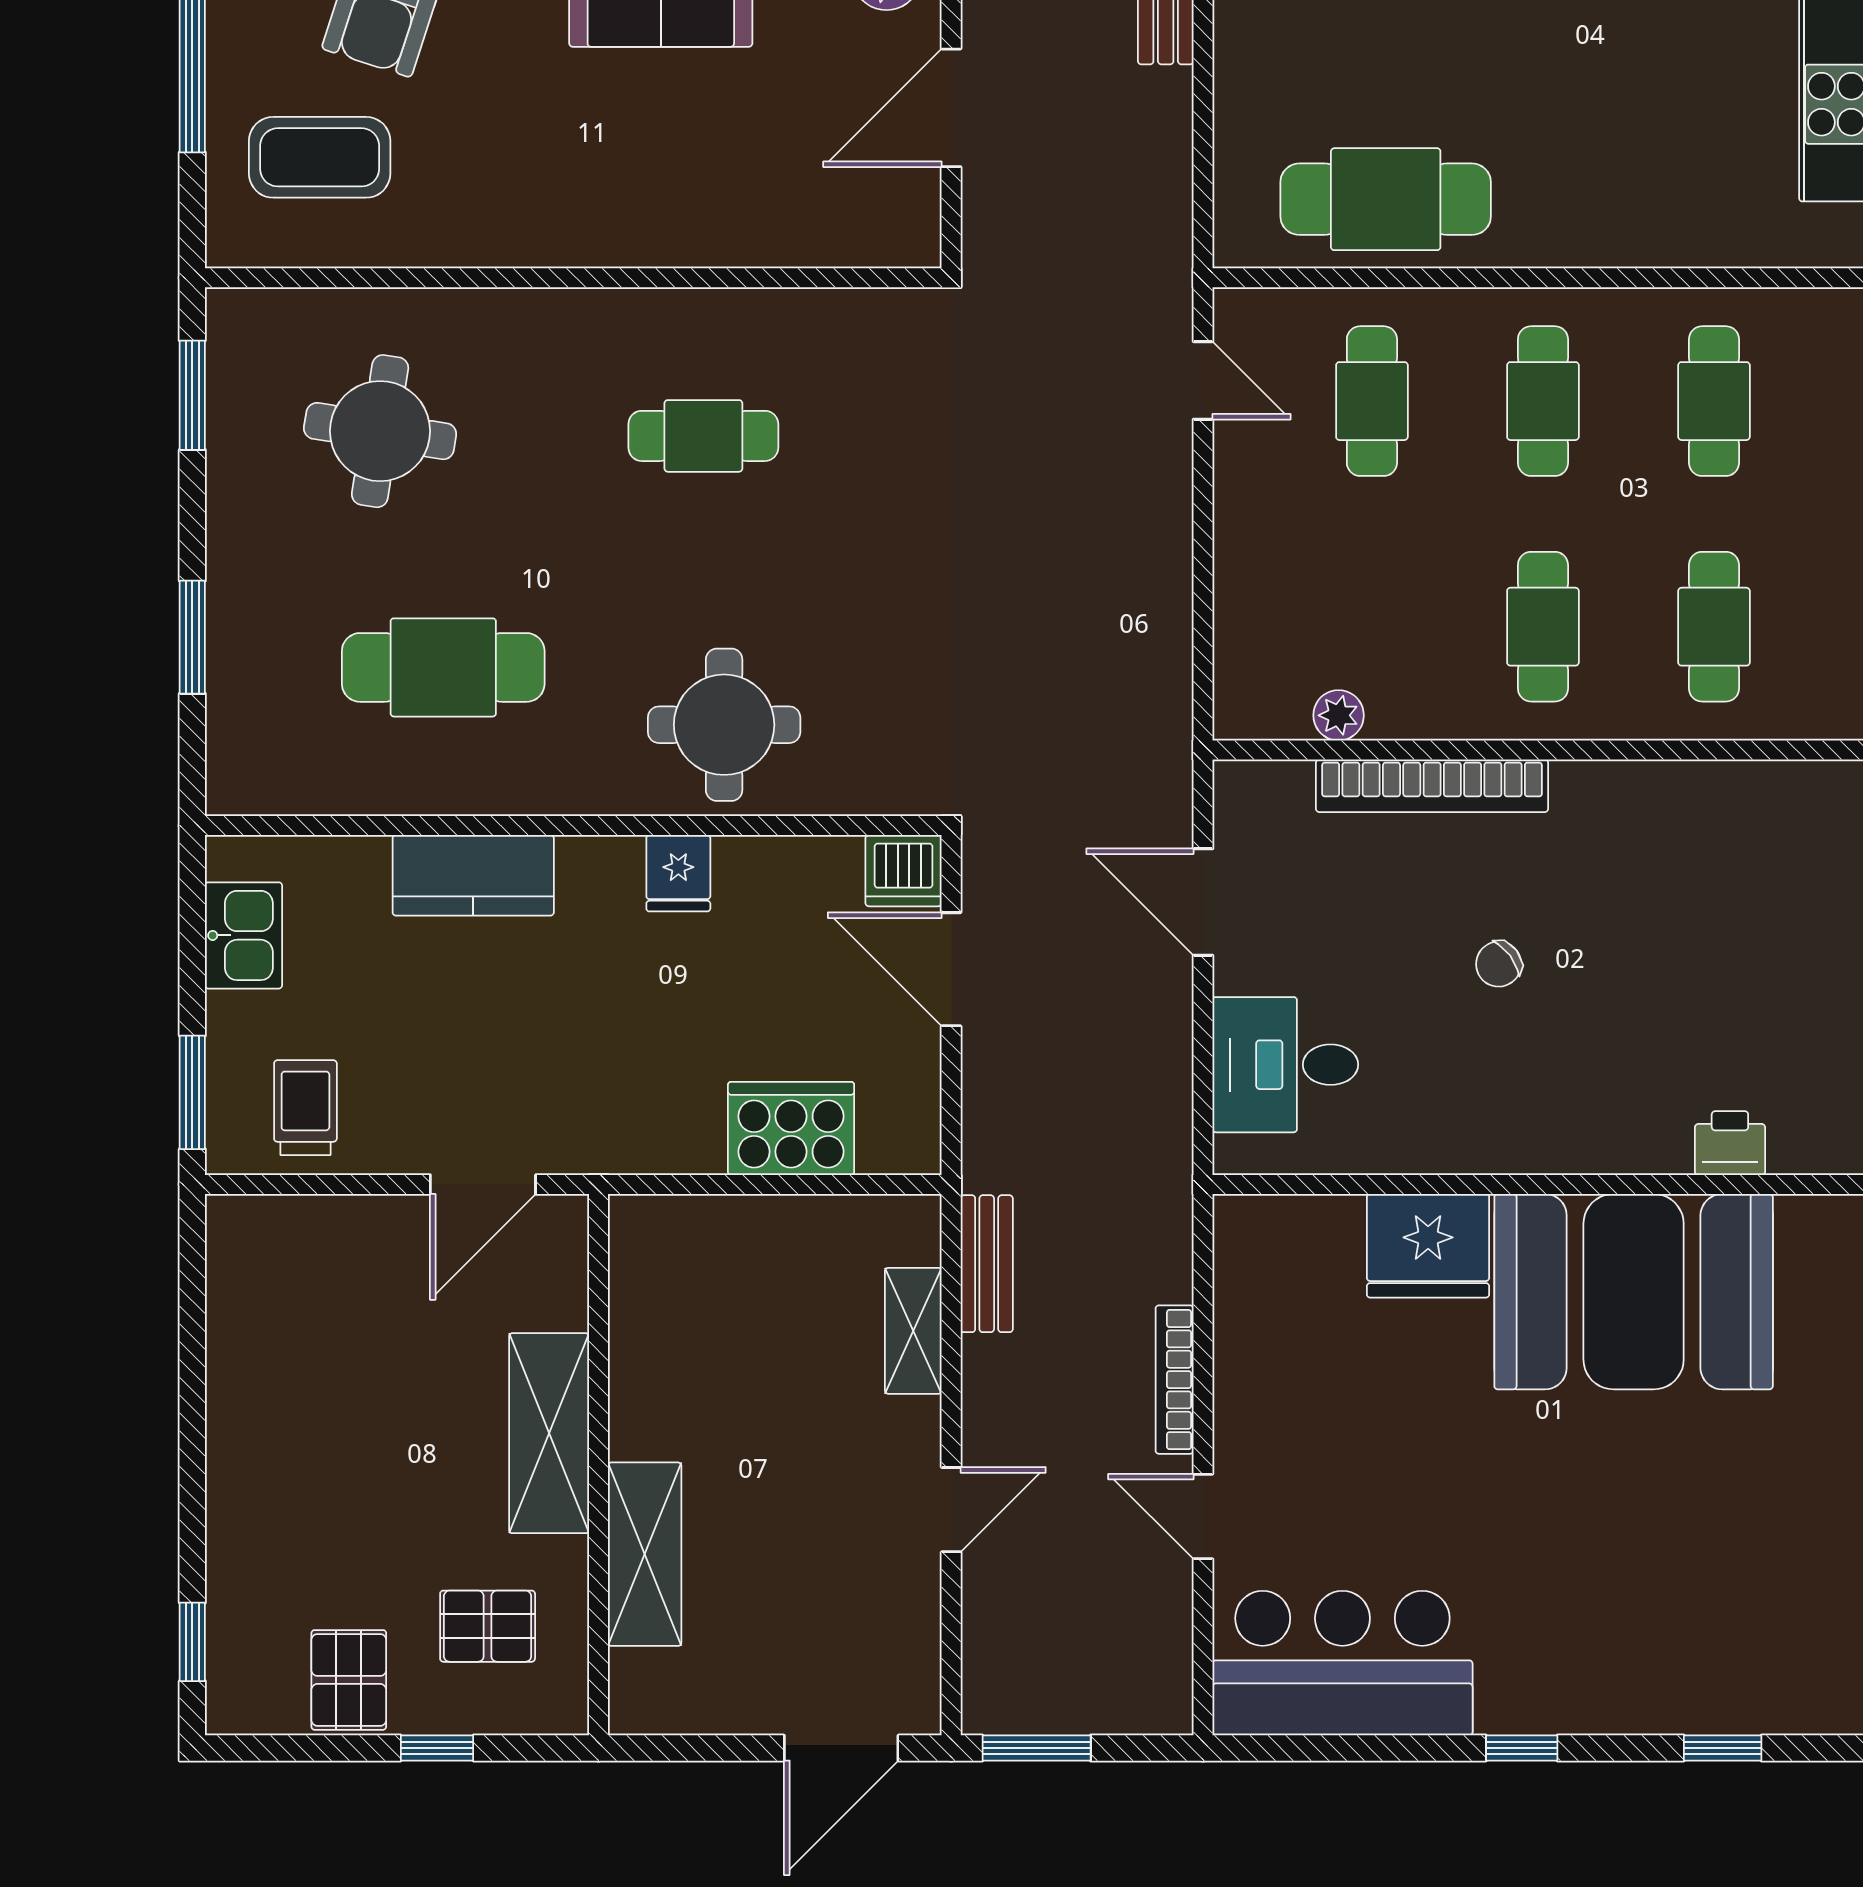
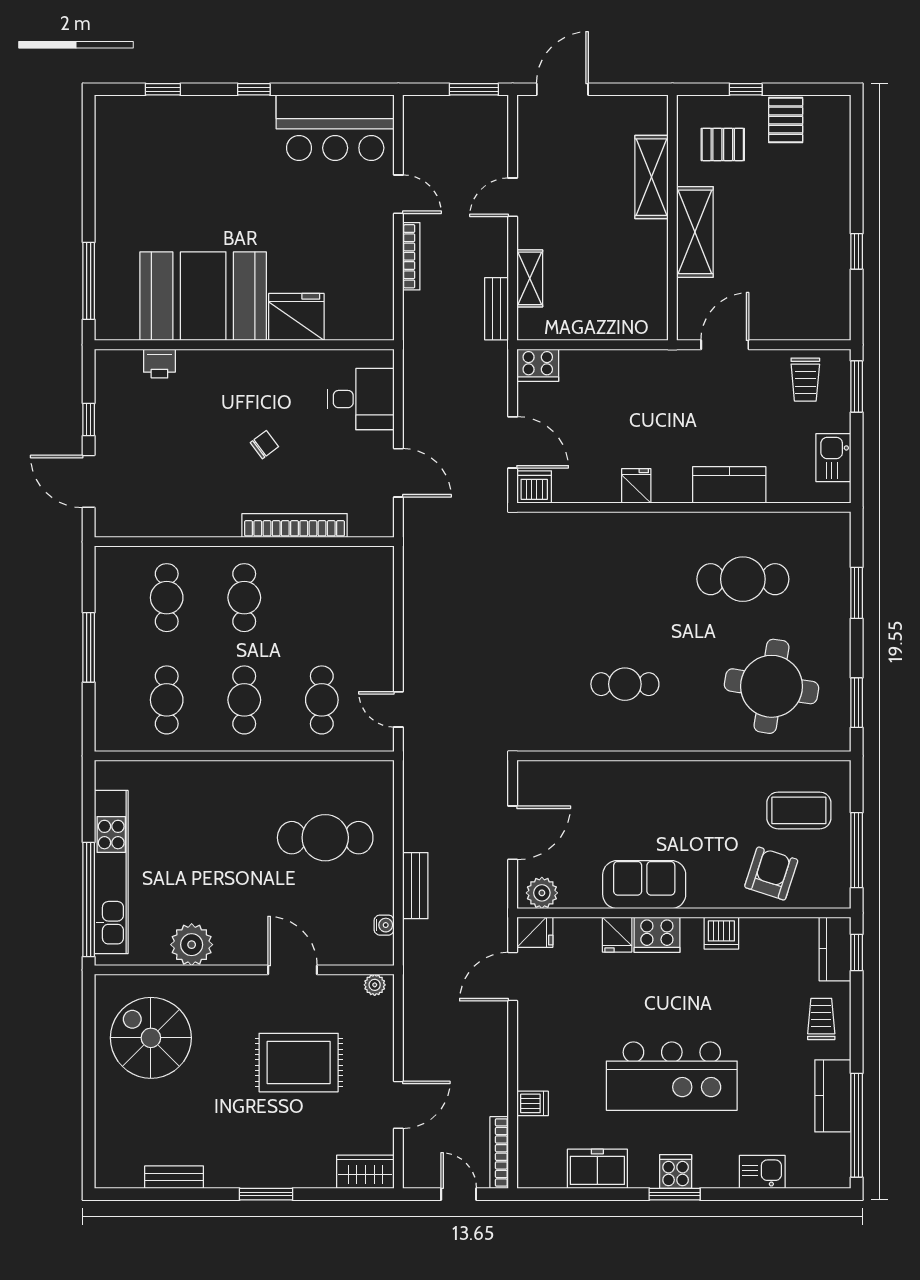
cafe table: (1386, 199) -> (325, 838), moved
round table: (380, 431) -> (771, 686), width x1.36, depth x1.36
plant: (1339, 715) -> (337, 557), removed
round table: (724, 725) -> (616, 553), removed
cooker: (791, 1128) -> (538, 365), moved, width x0.73, depth x0.76
window: (192, 1642) -> (857, 251), moved

